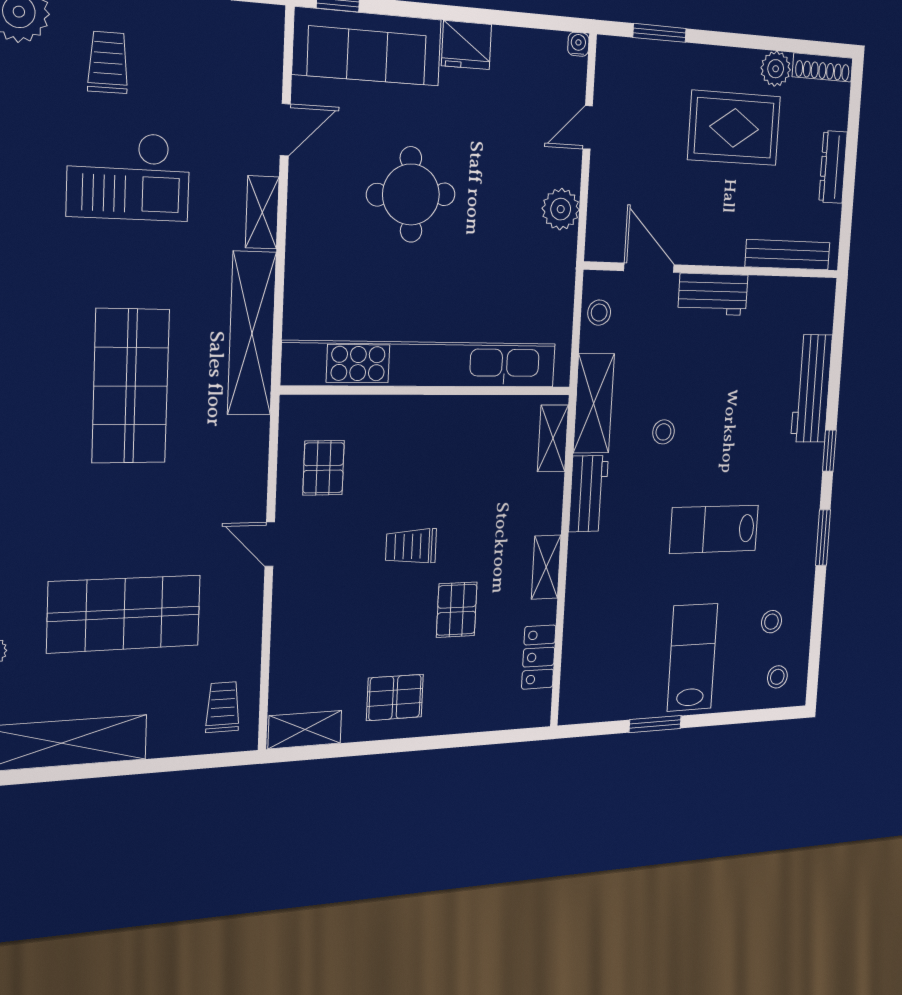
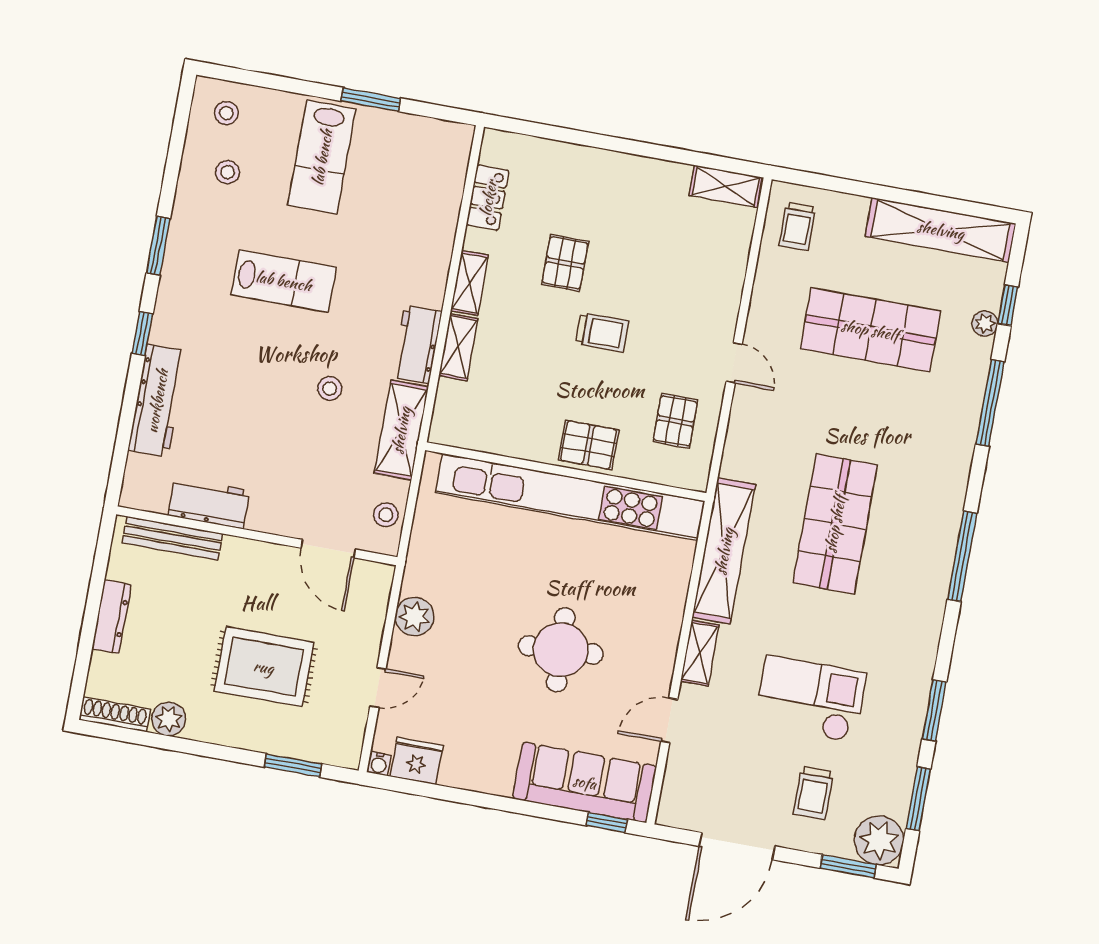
fridge: (467, 45) -> (416, 761), moved
rug: (734, 128) -> (264, 667), moved
workbench: (713, 294) -> (209, 503), moved
shelving: (553, 438) -> (458, 347), moved
pallet: (395, 697) -> (589, 445), moved

